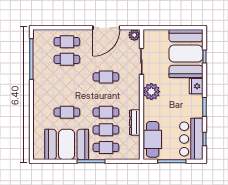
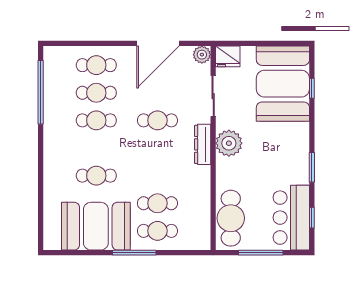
fridge: (196, 86) -> (228, 56), moved, turned -90
cafe table: (106, 112) -> (96, 120), moved
dresser: (135, 122) -> (203, 144), moved

